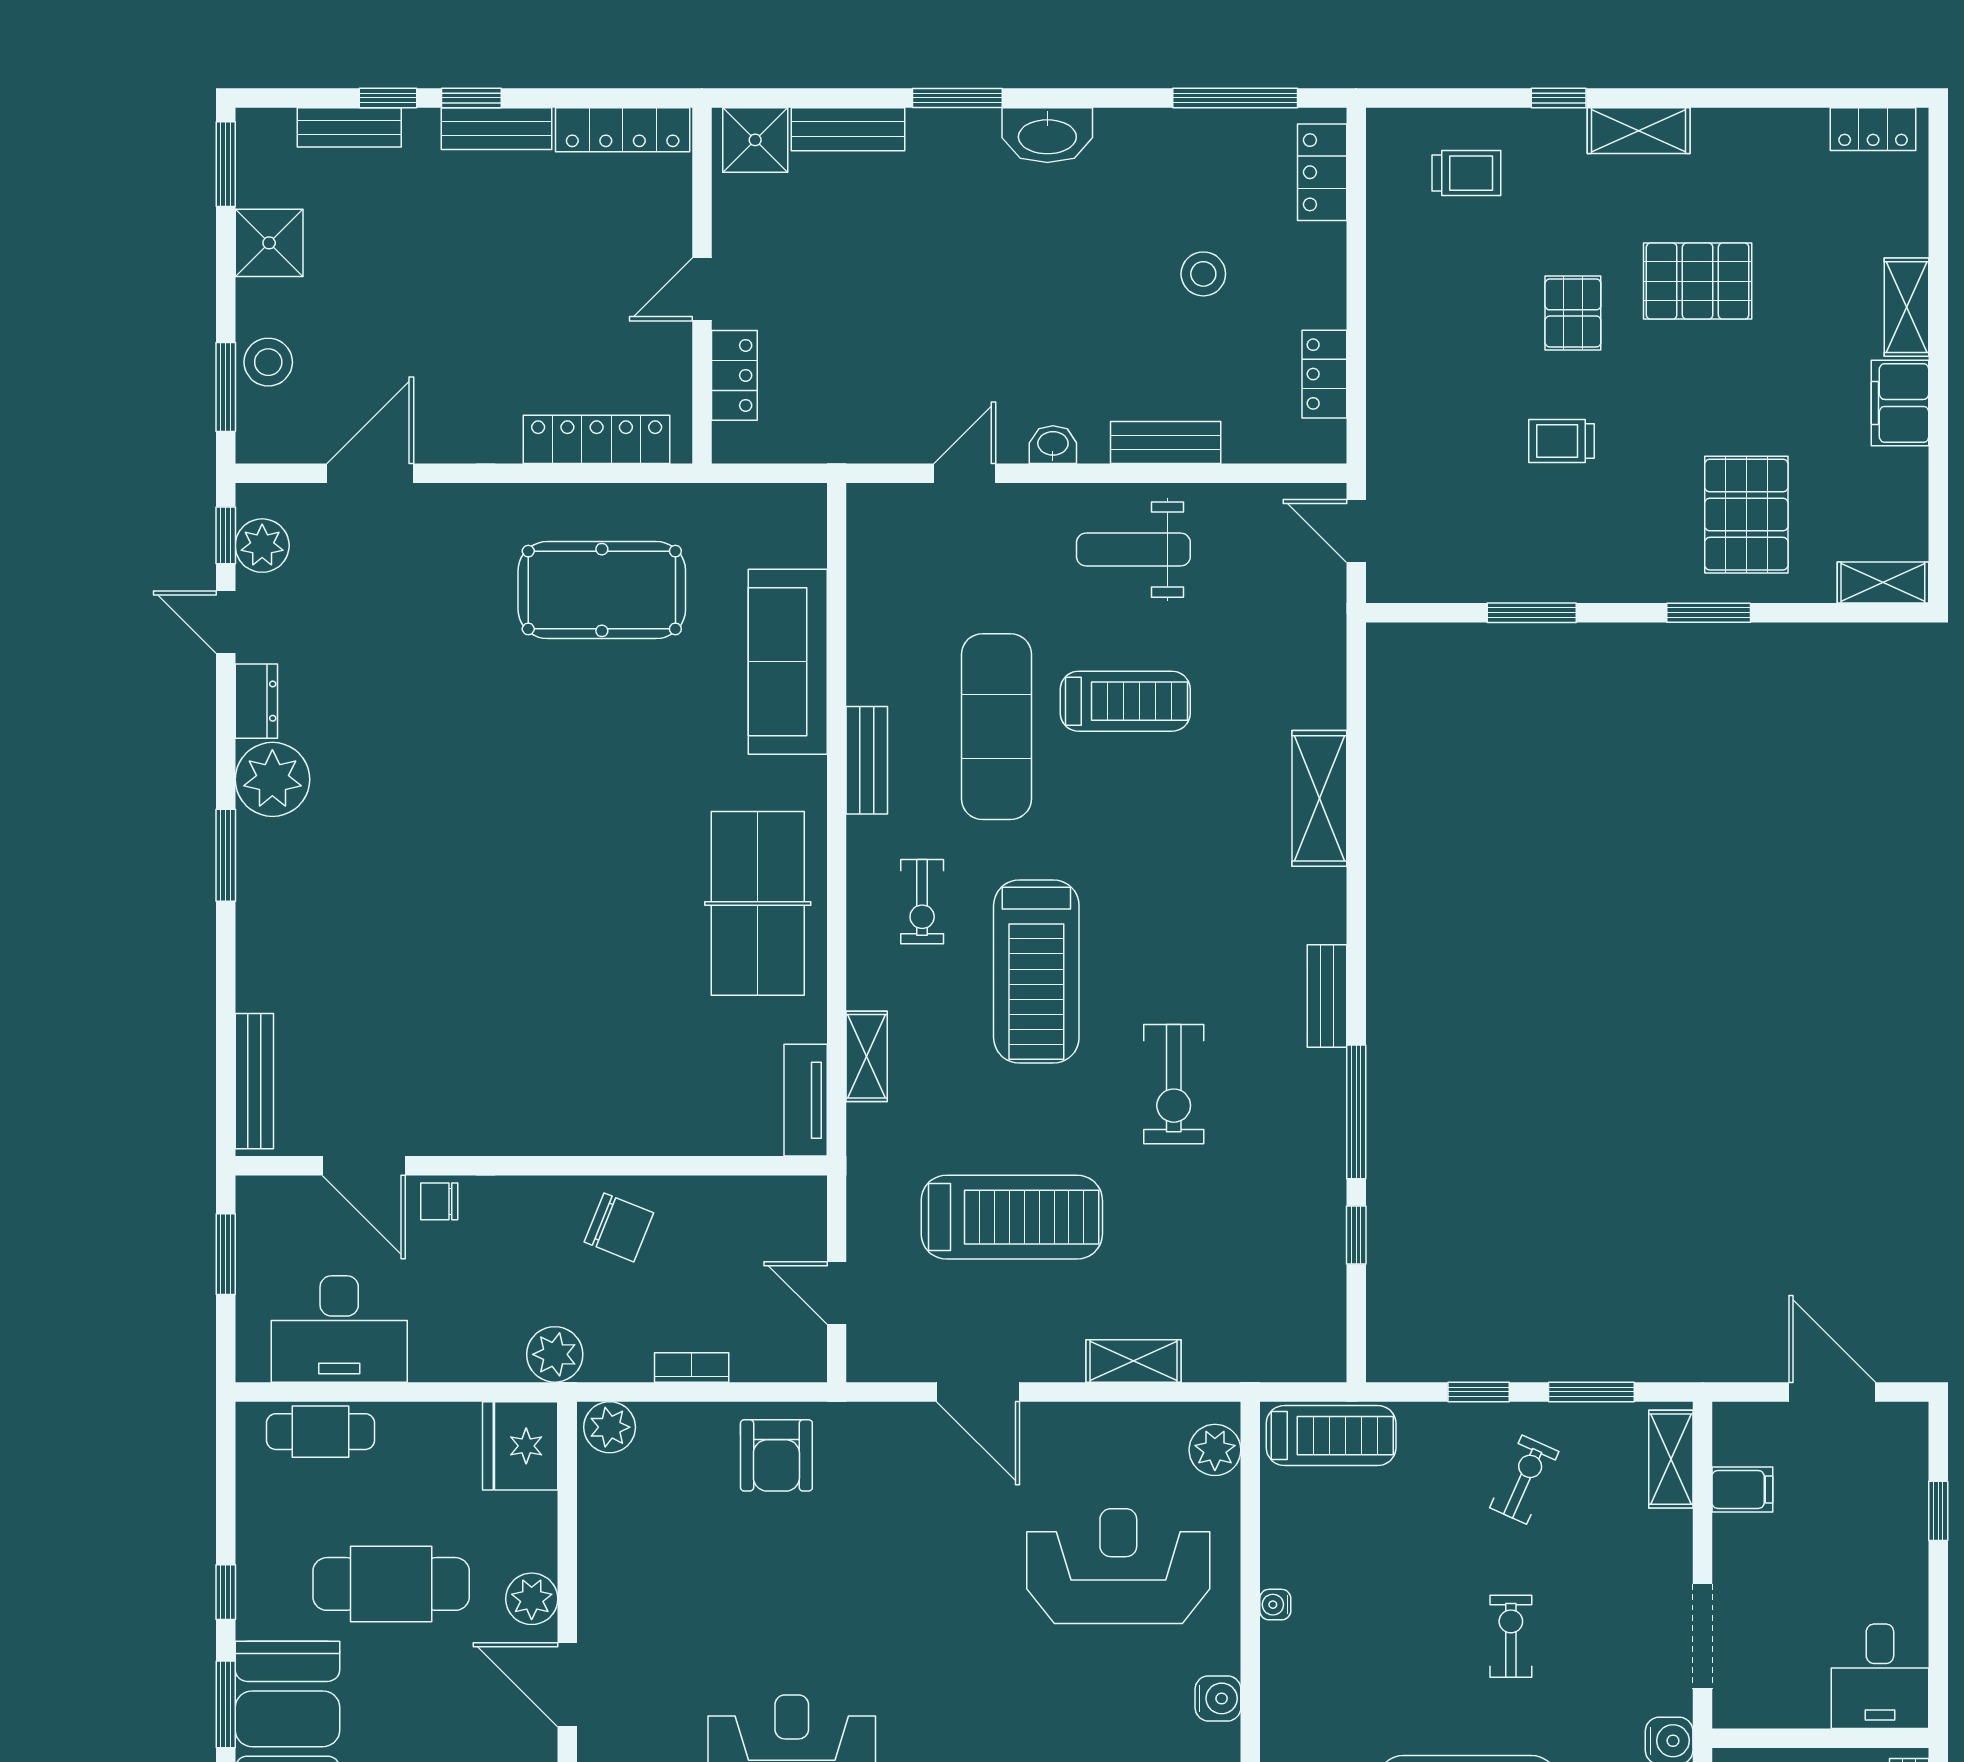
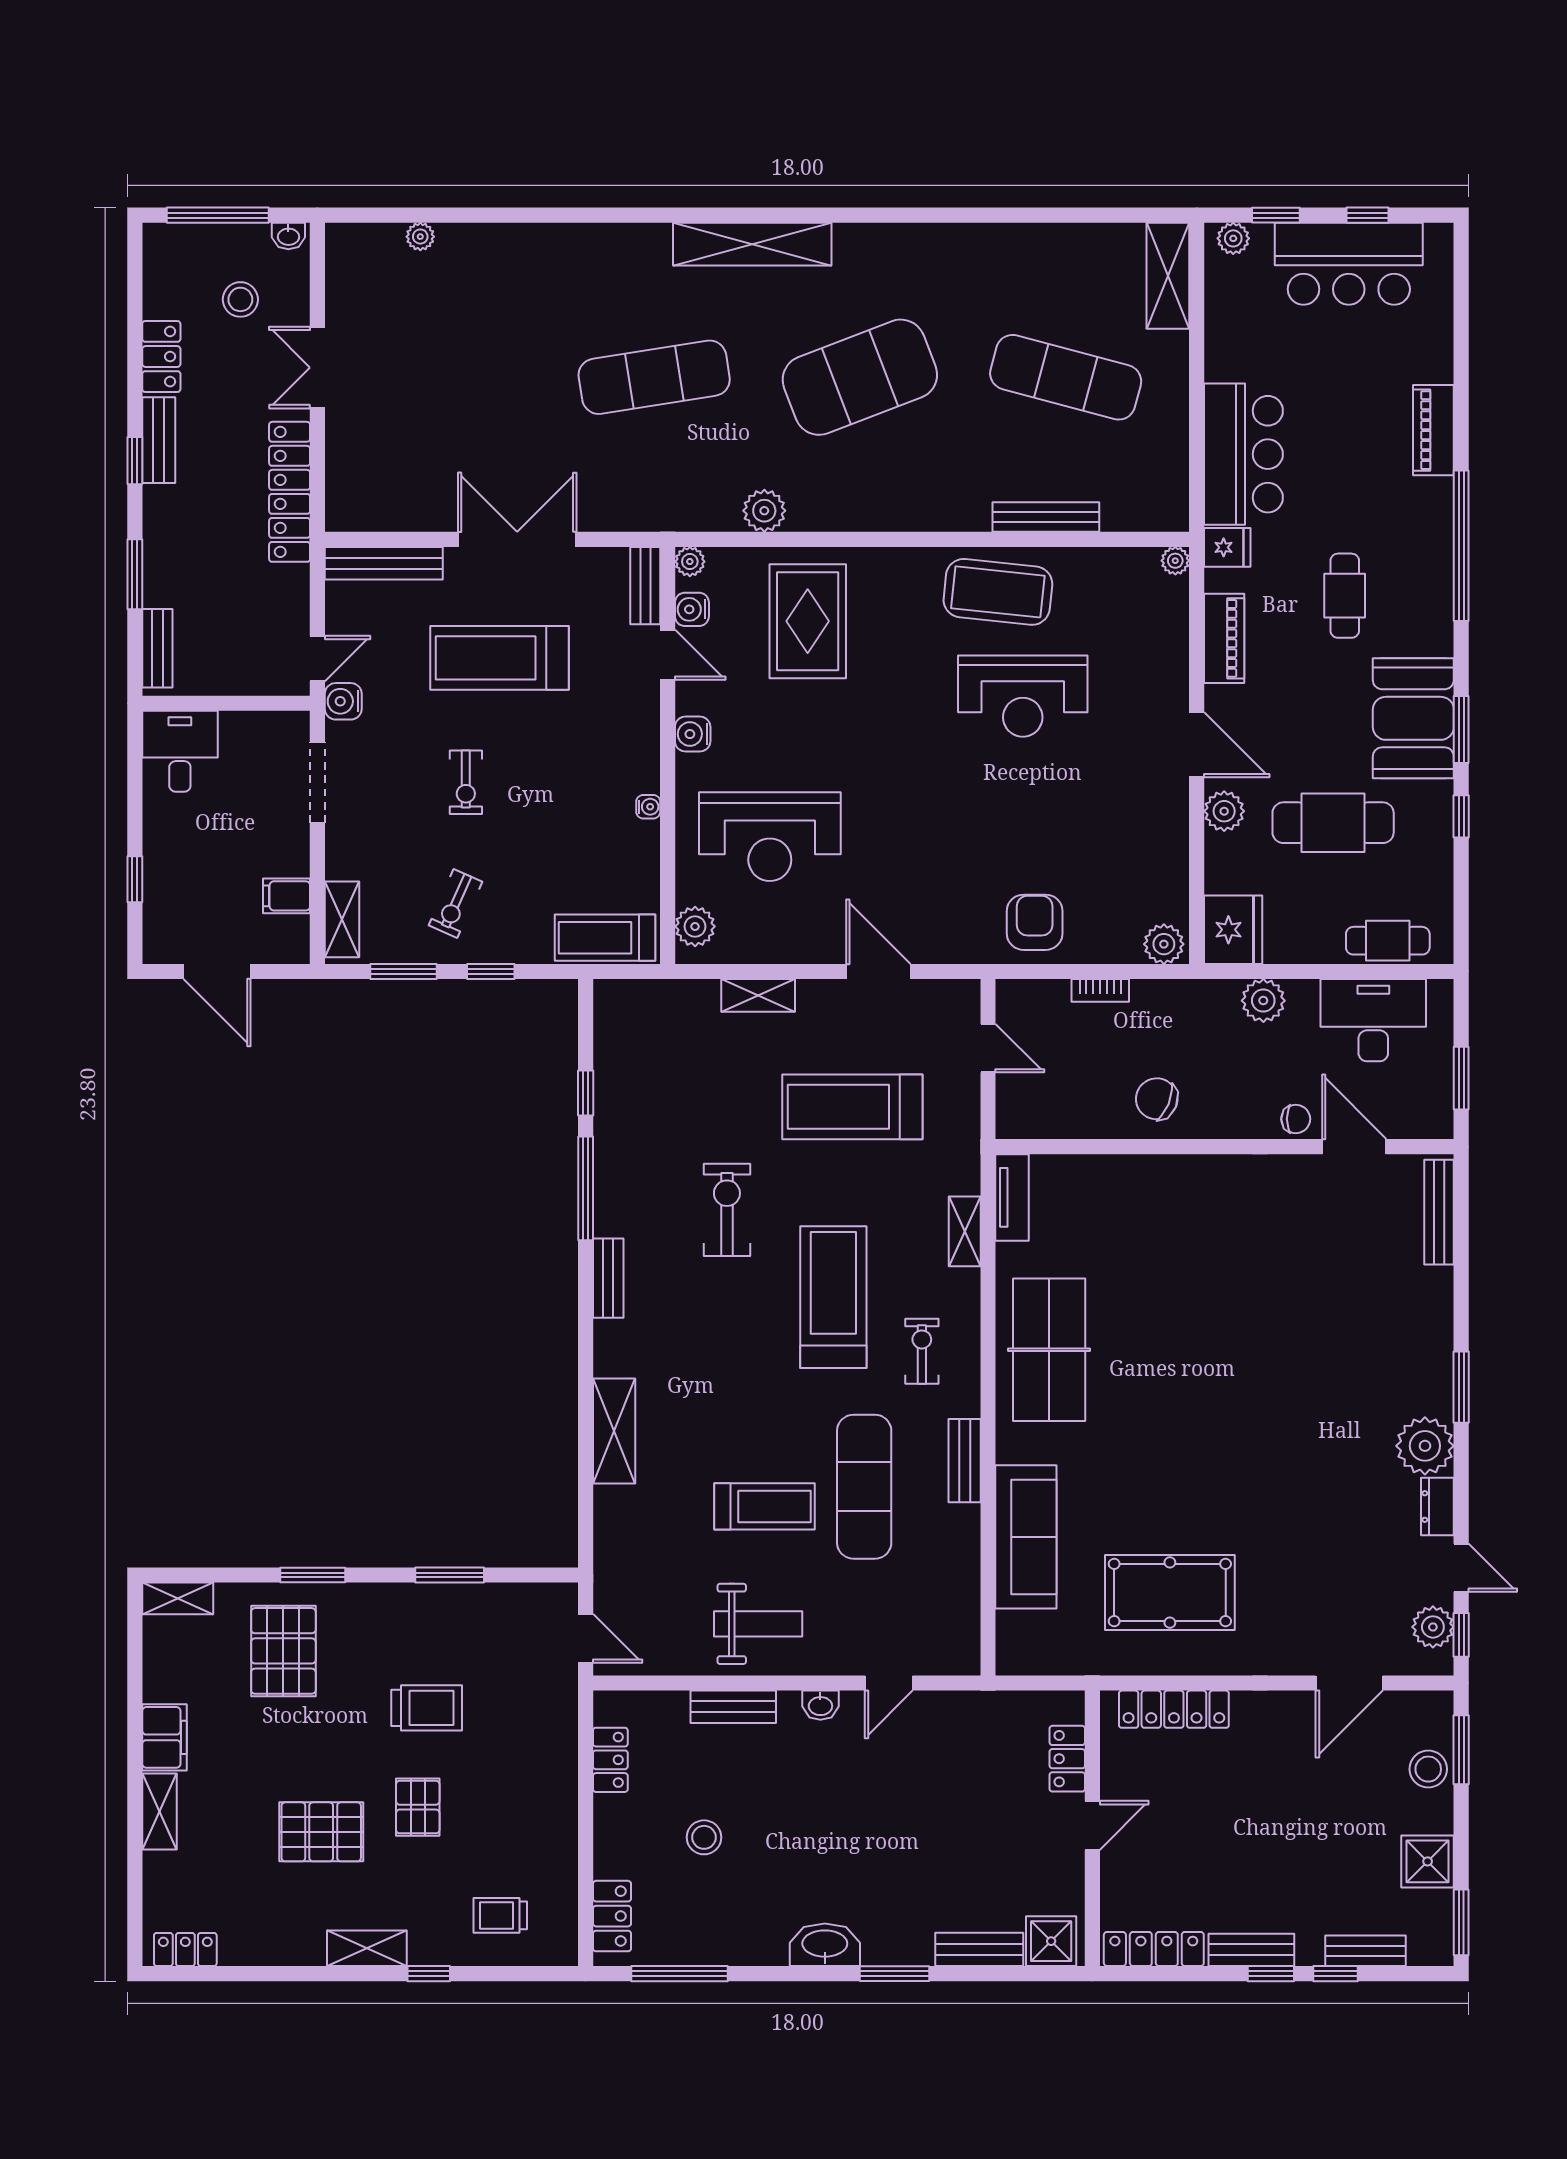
trolley: (1562, 441) -> (427, 1708), width x1.36, depth x1.39
treadmill: (1125, 701) -> (764, 1506), turned 180
plant: (555, 1354) -> (1263, 1001), moved

